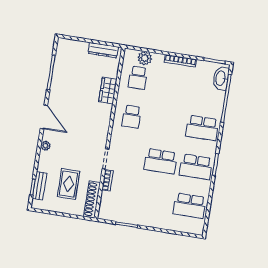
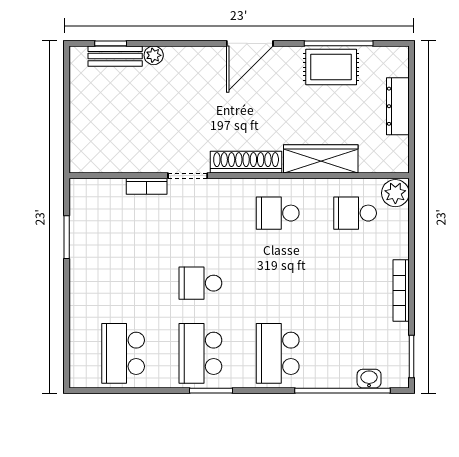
dresser: (103, 50) -> (398, 106), moved
plant: (145, 58) -> (395, 193), moved
washbasin: (221, 78) -> (369, 379), width x0.52, depth x0.69
wardrobe: (108, 91) -> (321, 159), width x1.50
plant: (45, 146) -> (154, 55), moved
school desk: (161, 161) -> (200, 283), width x0.54
rug: (69, 184) -> (331, 67), moved
shoe rack: (92, 199) -> (246, 162), moved

